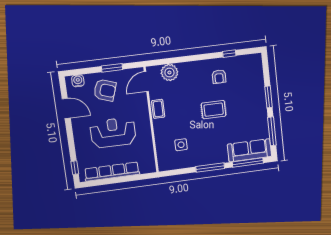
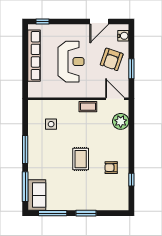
sofa: (250, 150) -> (37, 195), width x0.73

